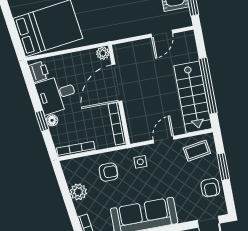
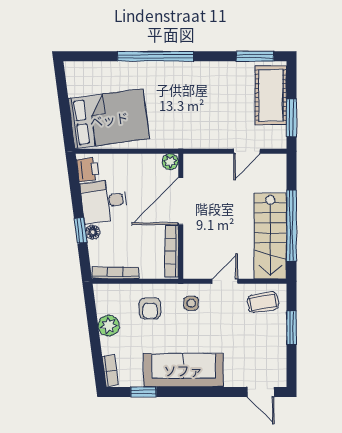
armchair: (108, 172) -> (150, 308), turned 90
armchair: (210, 188) -> (271, 351), removed

